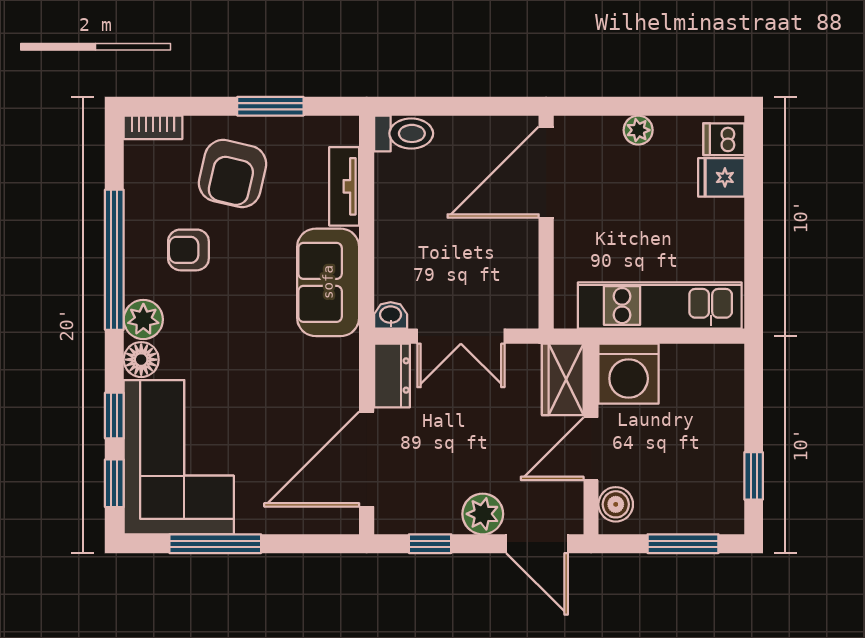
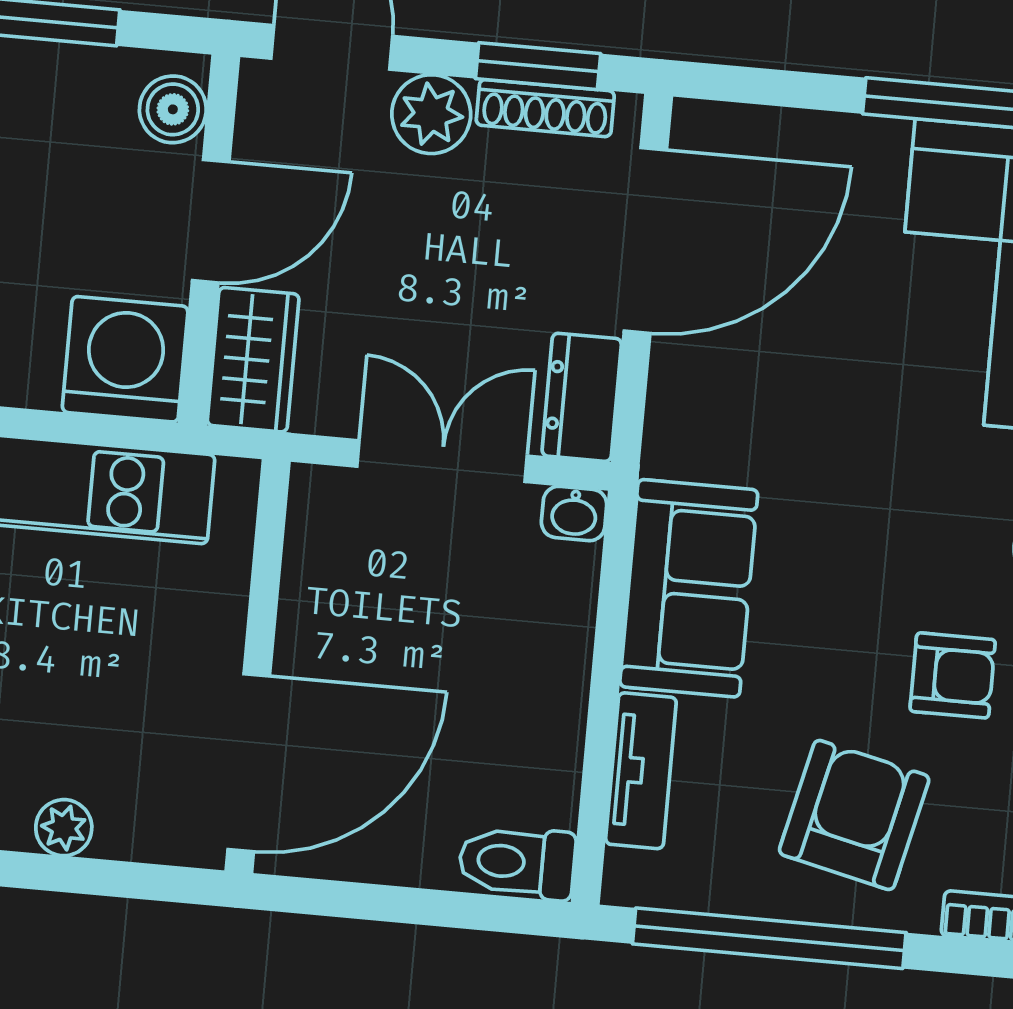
window: (270, 106) -> (769, 938), width x2.11
shoe rack: (424, 522) -> (545, 108), added
window: (430, 544) -> (538, 66), width x1.50

